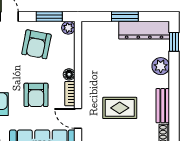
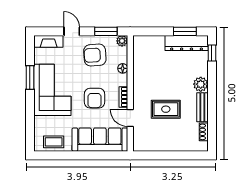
window: (125, 17) -> (185, 31), moved
armchair: (36, 44) -> (95, 55), turned 75
plant: (161, 66) -> (201, 84), moved
floor lamp: (69, 74) -> (123, 68), moved

